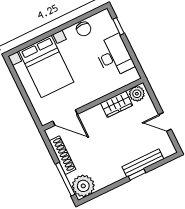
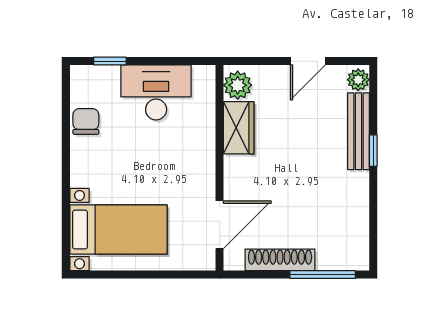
chair: (84, 29) -> (86, 122), turned -90
bed with nightstands: (46, 66) -> (118, 230), width x0.73
plant: (83, 186) -> (358, 80), moved, width x0.53, depth x0.53

